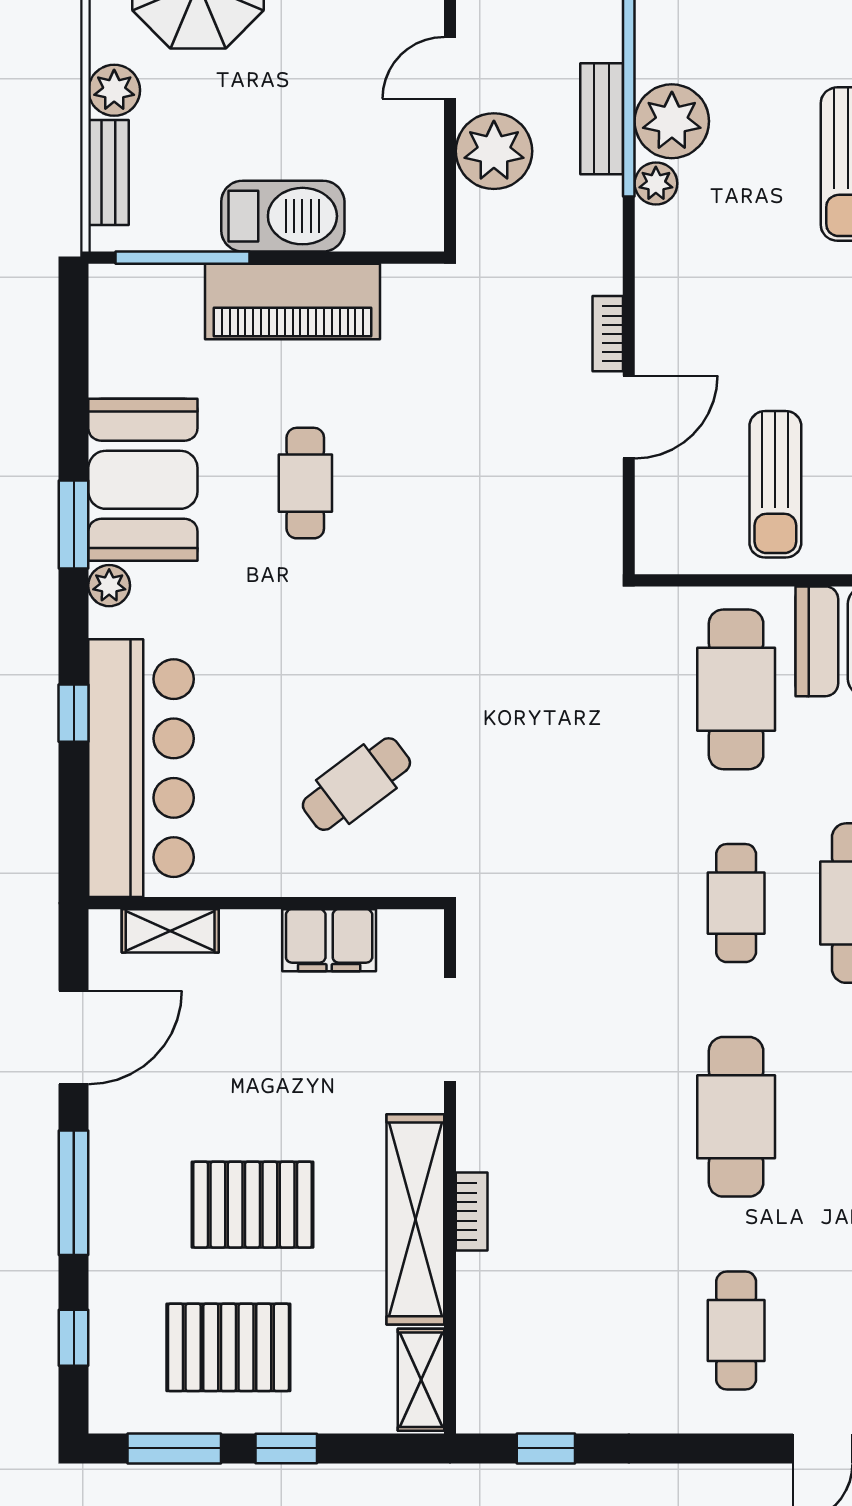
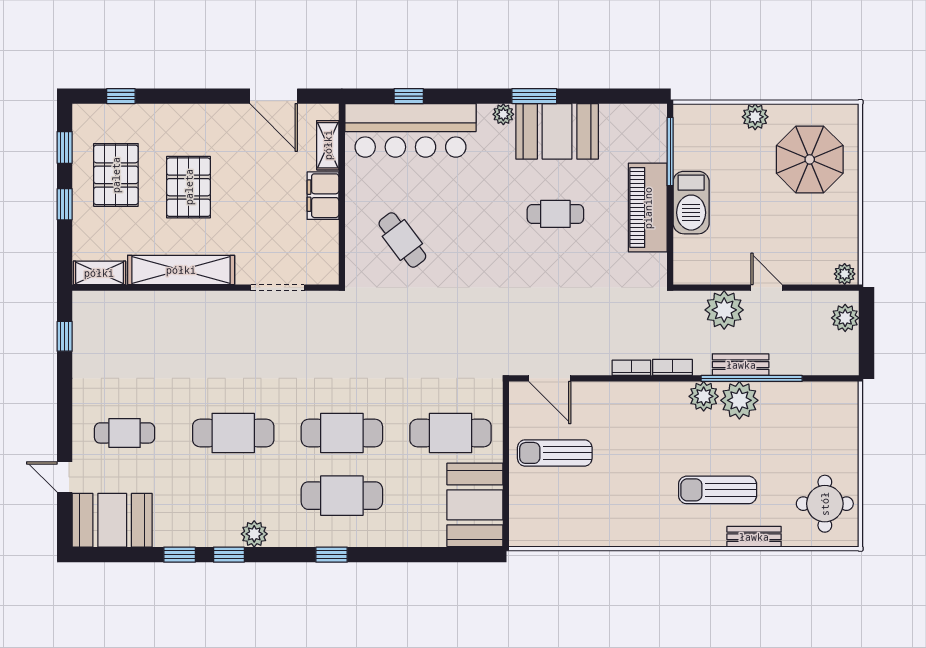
bench: (109, 172) -> (713, 114), removed
plant: (656, 183) -> (704, 396), width x1.38, depth x1.38
door: (629, 417) -> (550, 378), moved
window: (74, 713) -> (409, 96), moved
cafe table: (736, 903) -> (342, 433), width x1.37, depth x1.35
filing cabinet: (329, 940) -> (323, 196), moved
window: (74, 1193) -> (195, 96), removed
bookcase: (472, 1211) -> (672, 367), moved, turned 180
window: (174, 1448) -> (65, 147), width x0.67

